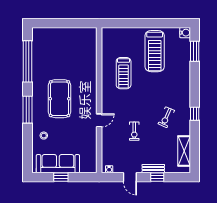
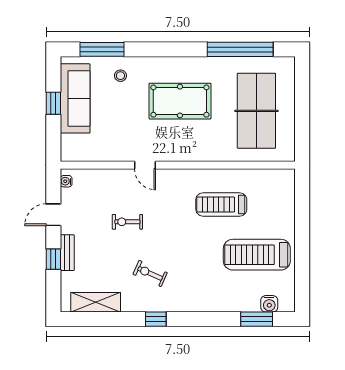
water cooler: (185, 33) -> (269, 304), moved
table tennis table: (66, 51) -> (256, 111), added
window: (28, 110) -> (102, 49), moved

